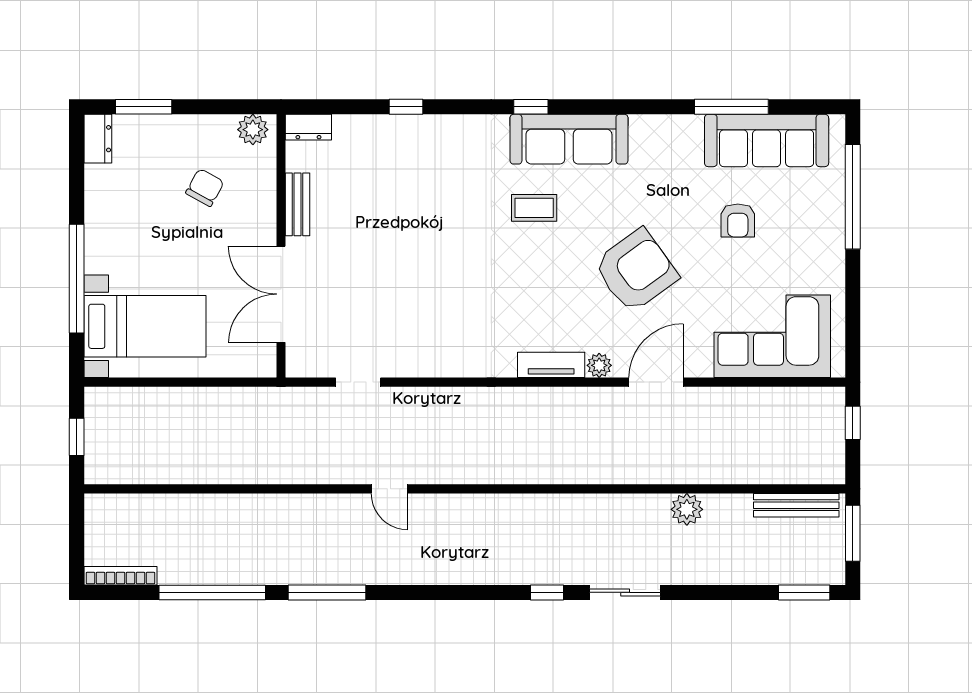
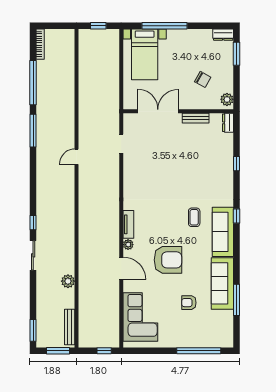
sofa: (767, 140) -> (222, 283), moved
armchair: (636, 271) -> (168, 260), turned -54

